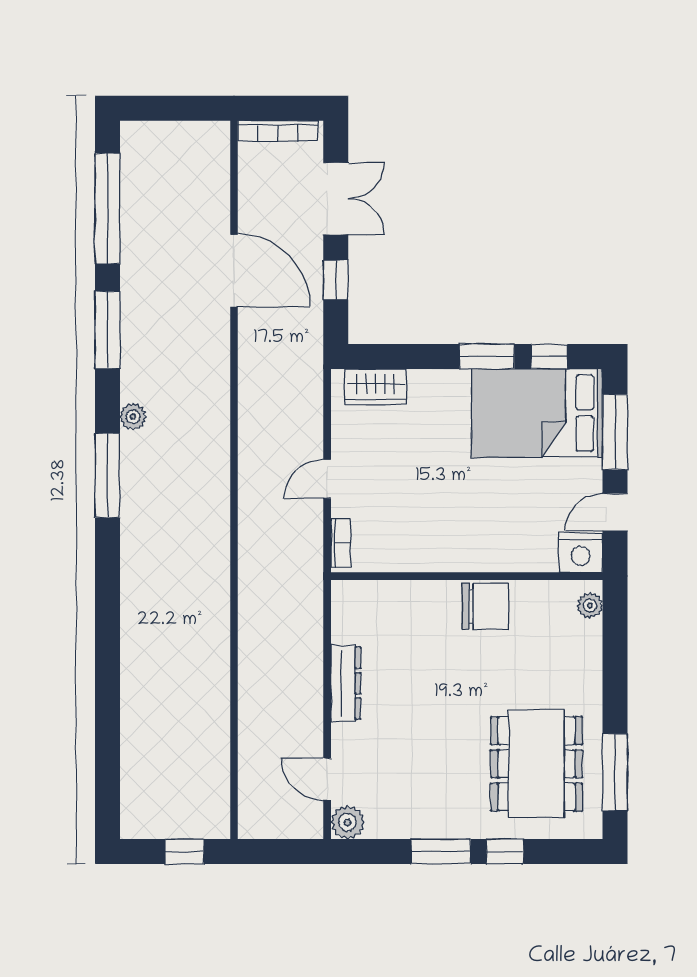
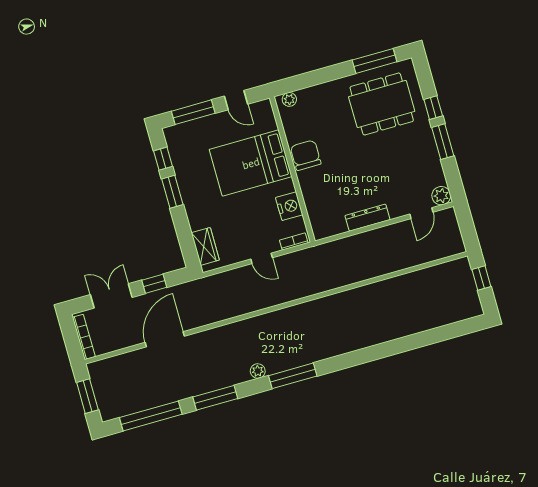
window: (173, 108) -> (87, 396), added
bed: (537, 413) -> (251, 163), moved, turned 90
nightstand: (581, 553) -> (289, 206), moved

